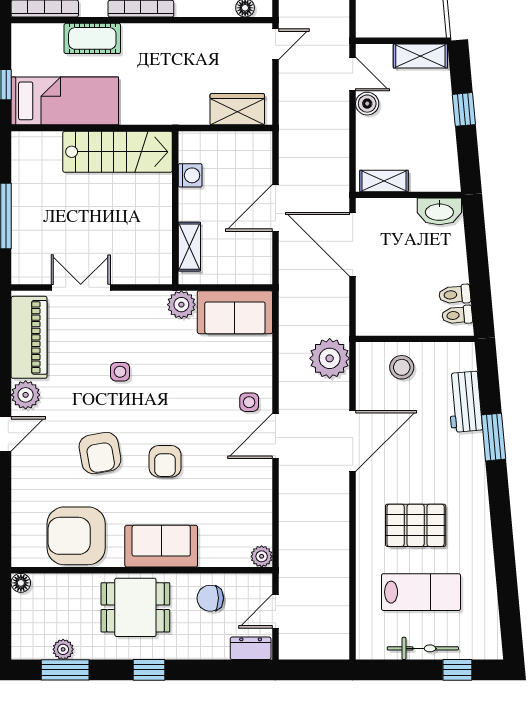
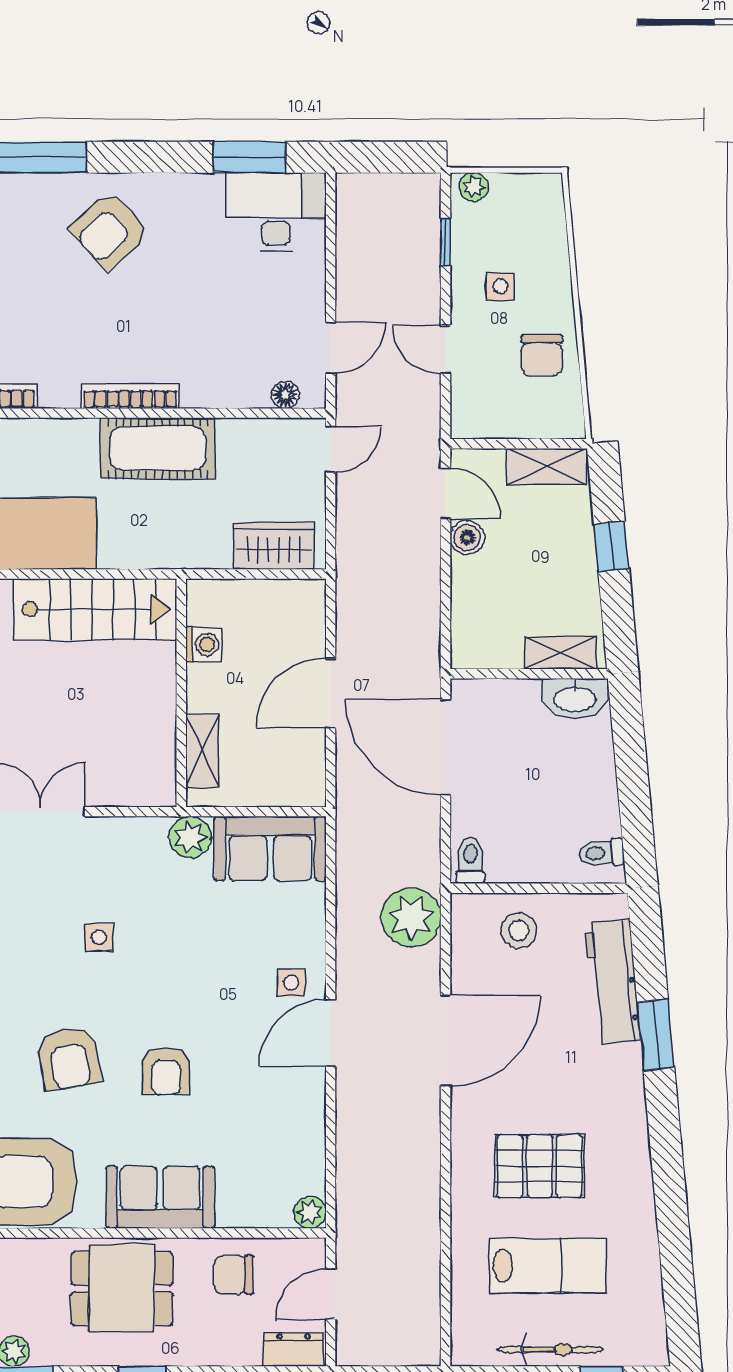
cot: (92, 38) -> (158, 448), moved, width x1.37, depth x1.34
shelving: (384, 181) -> (561, 653), moved
toilet: (455, 295) -> (470, 861), moved, turned 95
workbench: (465, 402) -> (613, 982), width x1.38

